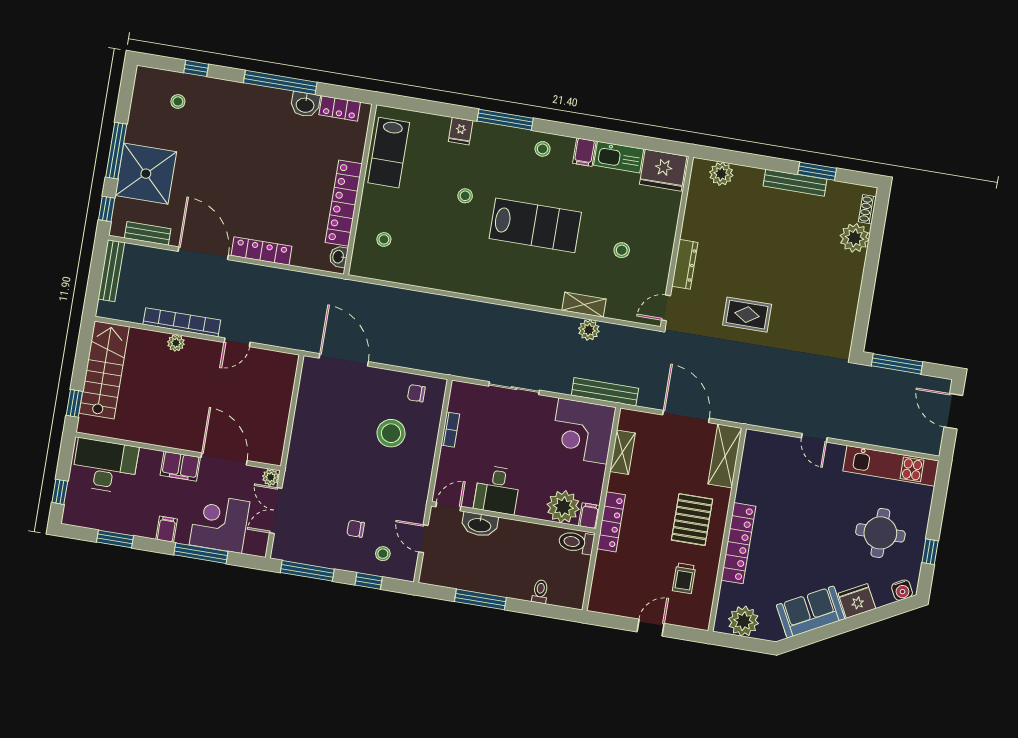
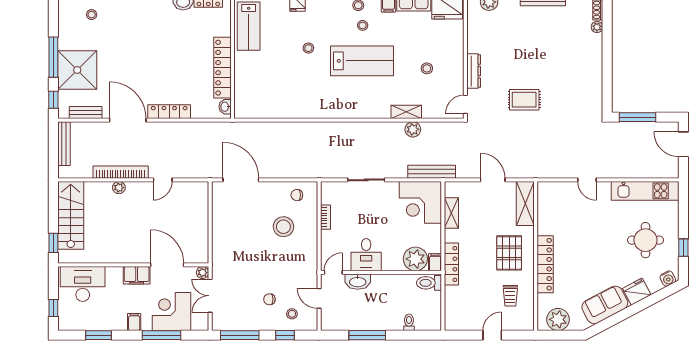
plant: (854, 238) -> (597, 27), width x0.53, depth x0.53
stool: (384, 239) -> (363, 25), moved
door: (686, 417) -> (493, 180), width x0.73

